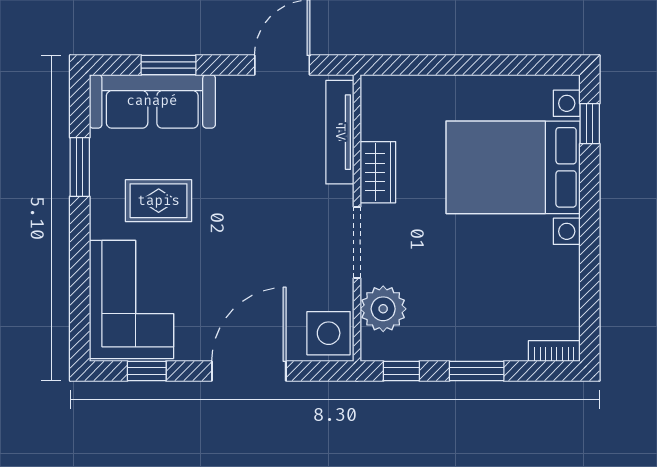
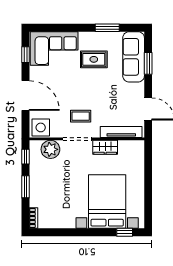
rug: (159, 201) -> (94, 59), turned 90
coffee table: (300, 233) -> (81, 116), added

